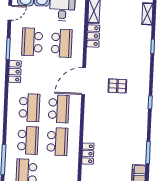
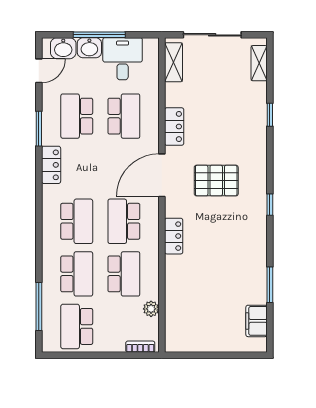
locker: (93, 36) -> (174, 127), moved
pallet: (117, 86) -> (216, 181), width x1.50, depth x1.42
school desk: (59, 109) -> (124, 221), turned 180
locker: (88, 154) -> (174, 236), moved
plant: (73, 164) -> (151, 309), added

